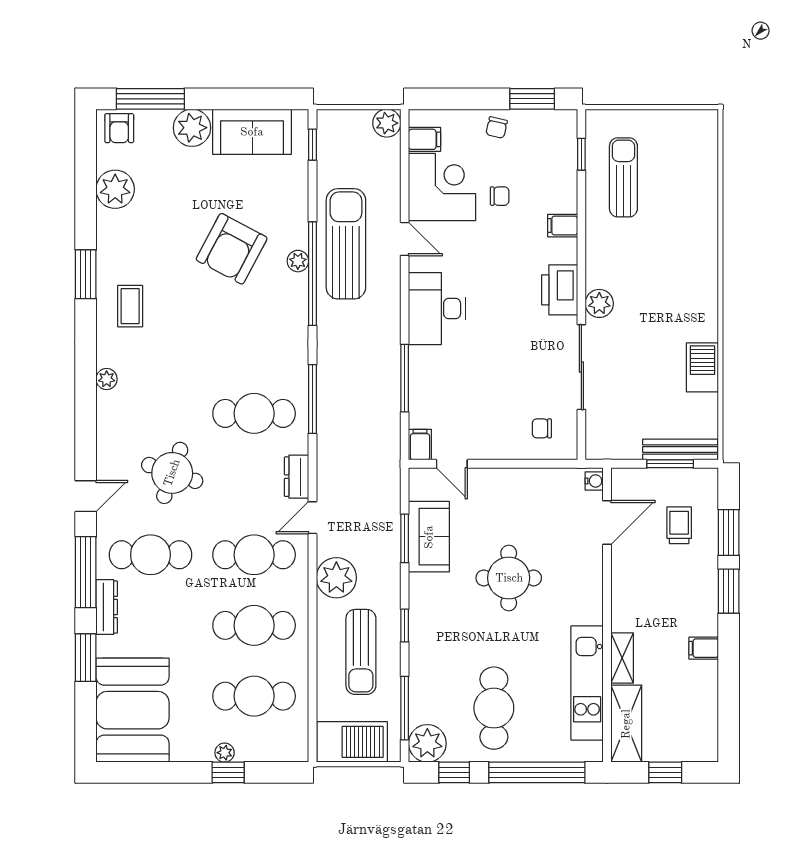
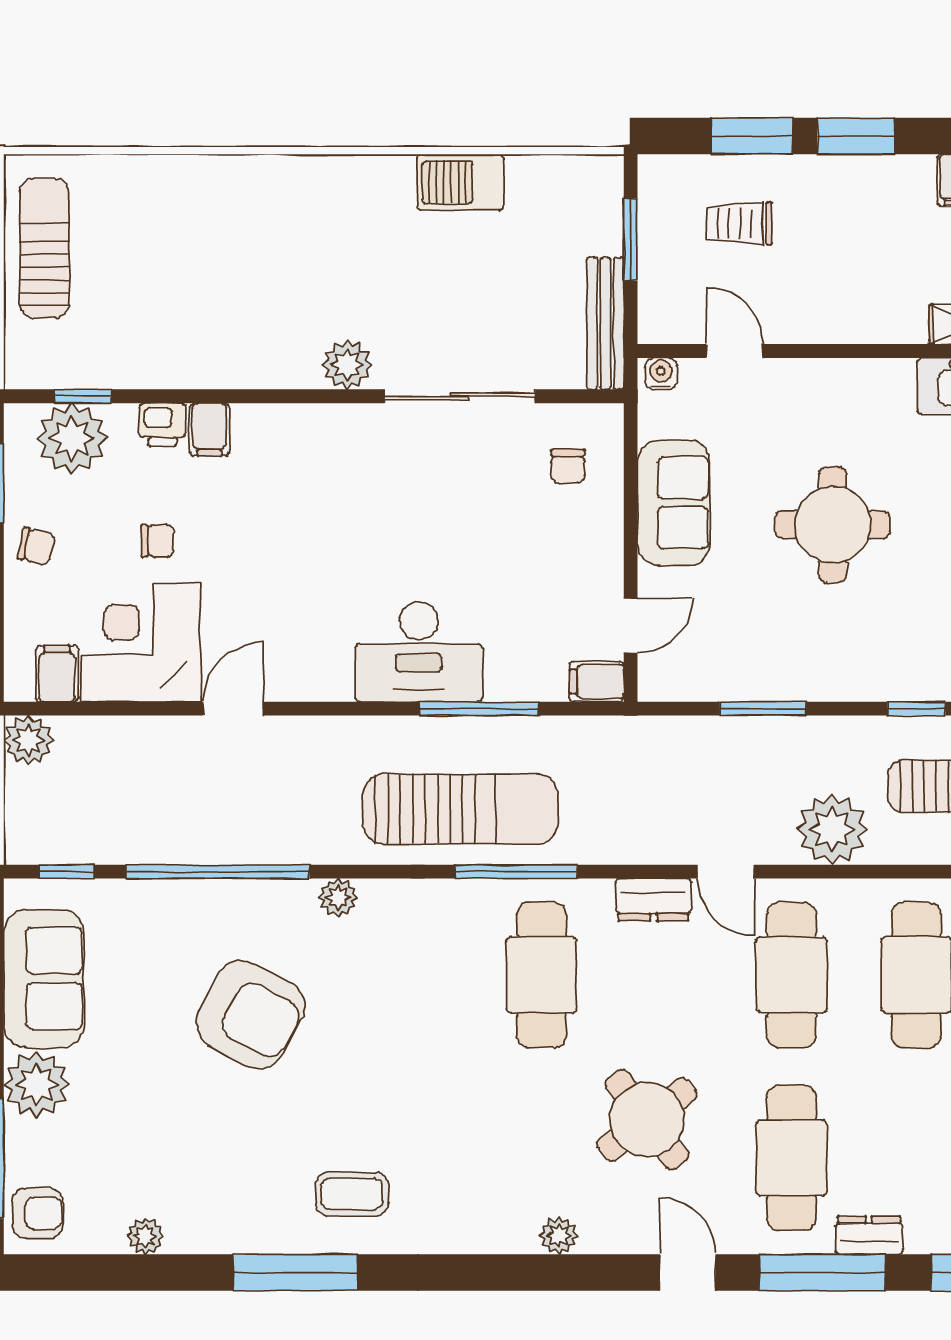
plant: (558, 148) -> (72, 438), added
sun lounger: (623, 177) -> (44, 248), moved, turned 90
plant: (115, 189) -> (145, 1236), width x0.53, depth x0.53
chair: (500, 196) -> (157, 541), turned 90
sun lounger: (346, 244) -> (460, 809), moved, turned 180
plant: (298, 261) -> (338, 897), moved
window: (86, 274) -> (295, 1272), width x1.44
window: (312, 274) -> (218, 872), moved
printer: (560, 290) -> (162, 425), moved, width x0.53, depth x0.68
desk: (437, 309) -> (419, 652), moved
plant: (107, 379) -> (559, 1236), moved
bench: (680, 449) -> (605, 323), moved
round table: (172, 473) -> (647, 1120), turned 34
door: (607, 523) -> (735, 351), width x0.73
sofa: (429, 537) -> (674, 503), moved, turned 90
dresser: (107, 607) -> (869, 1235), width x0.70

